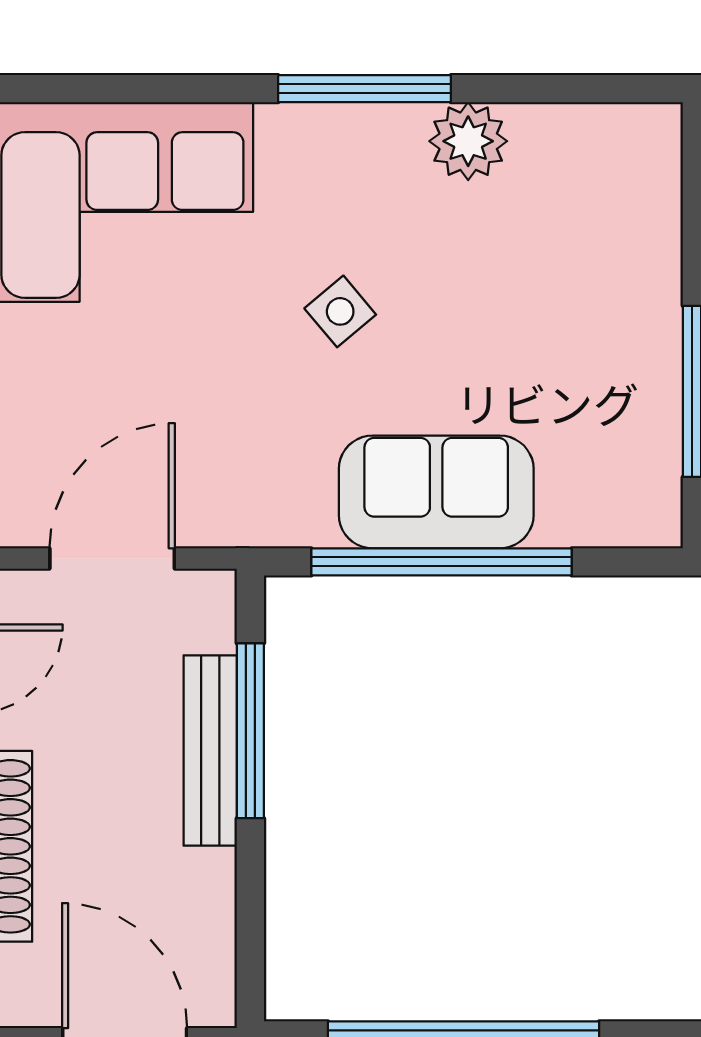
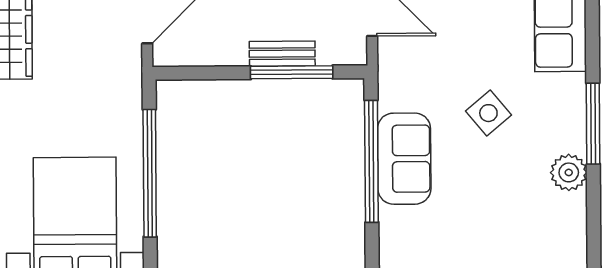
side table: (340, 311) -> (488, 113), width x1.37, depth x1.37
bench: (210, 750) -> (282, 54), width x0.73

